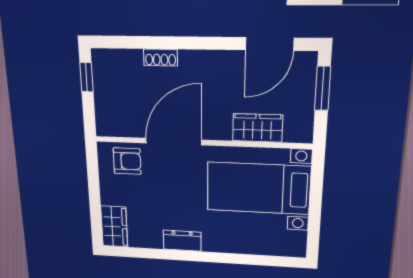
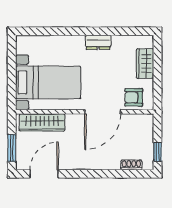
shoe rack: (161, 58) -> (131, 165), moved
wardrobe: (258, 128) -> (42, 122), width x1.50
wardrobe: (114, 226) -> (145, 64), moved

